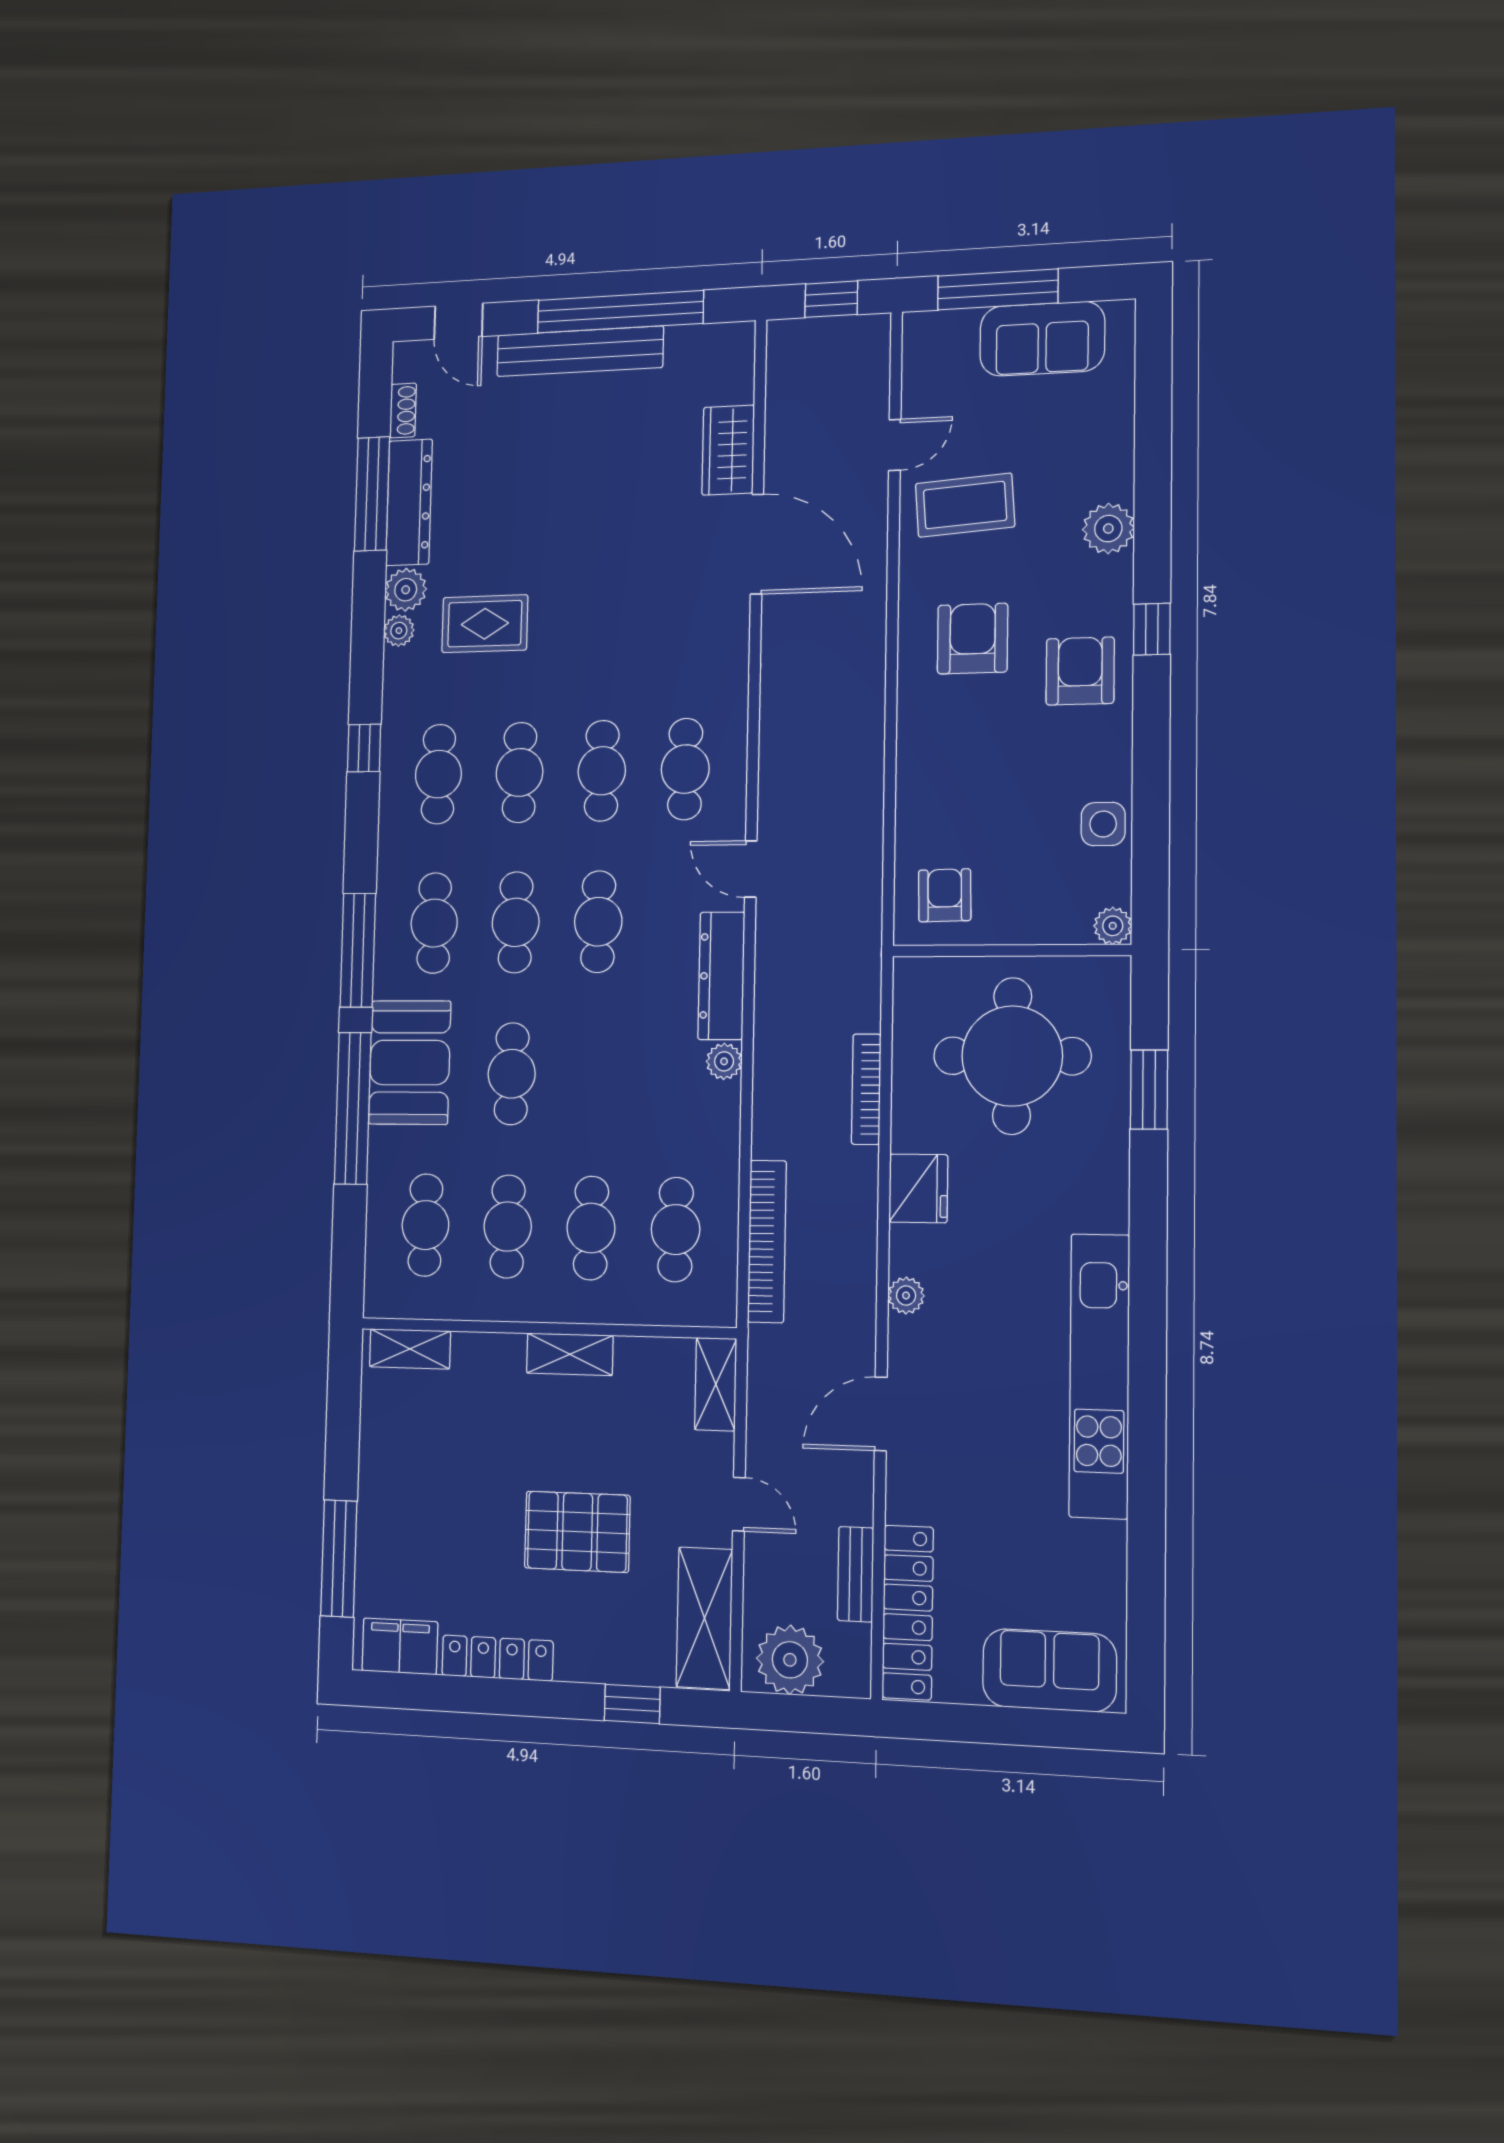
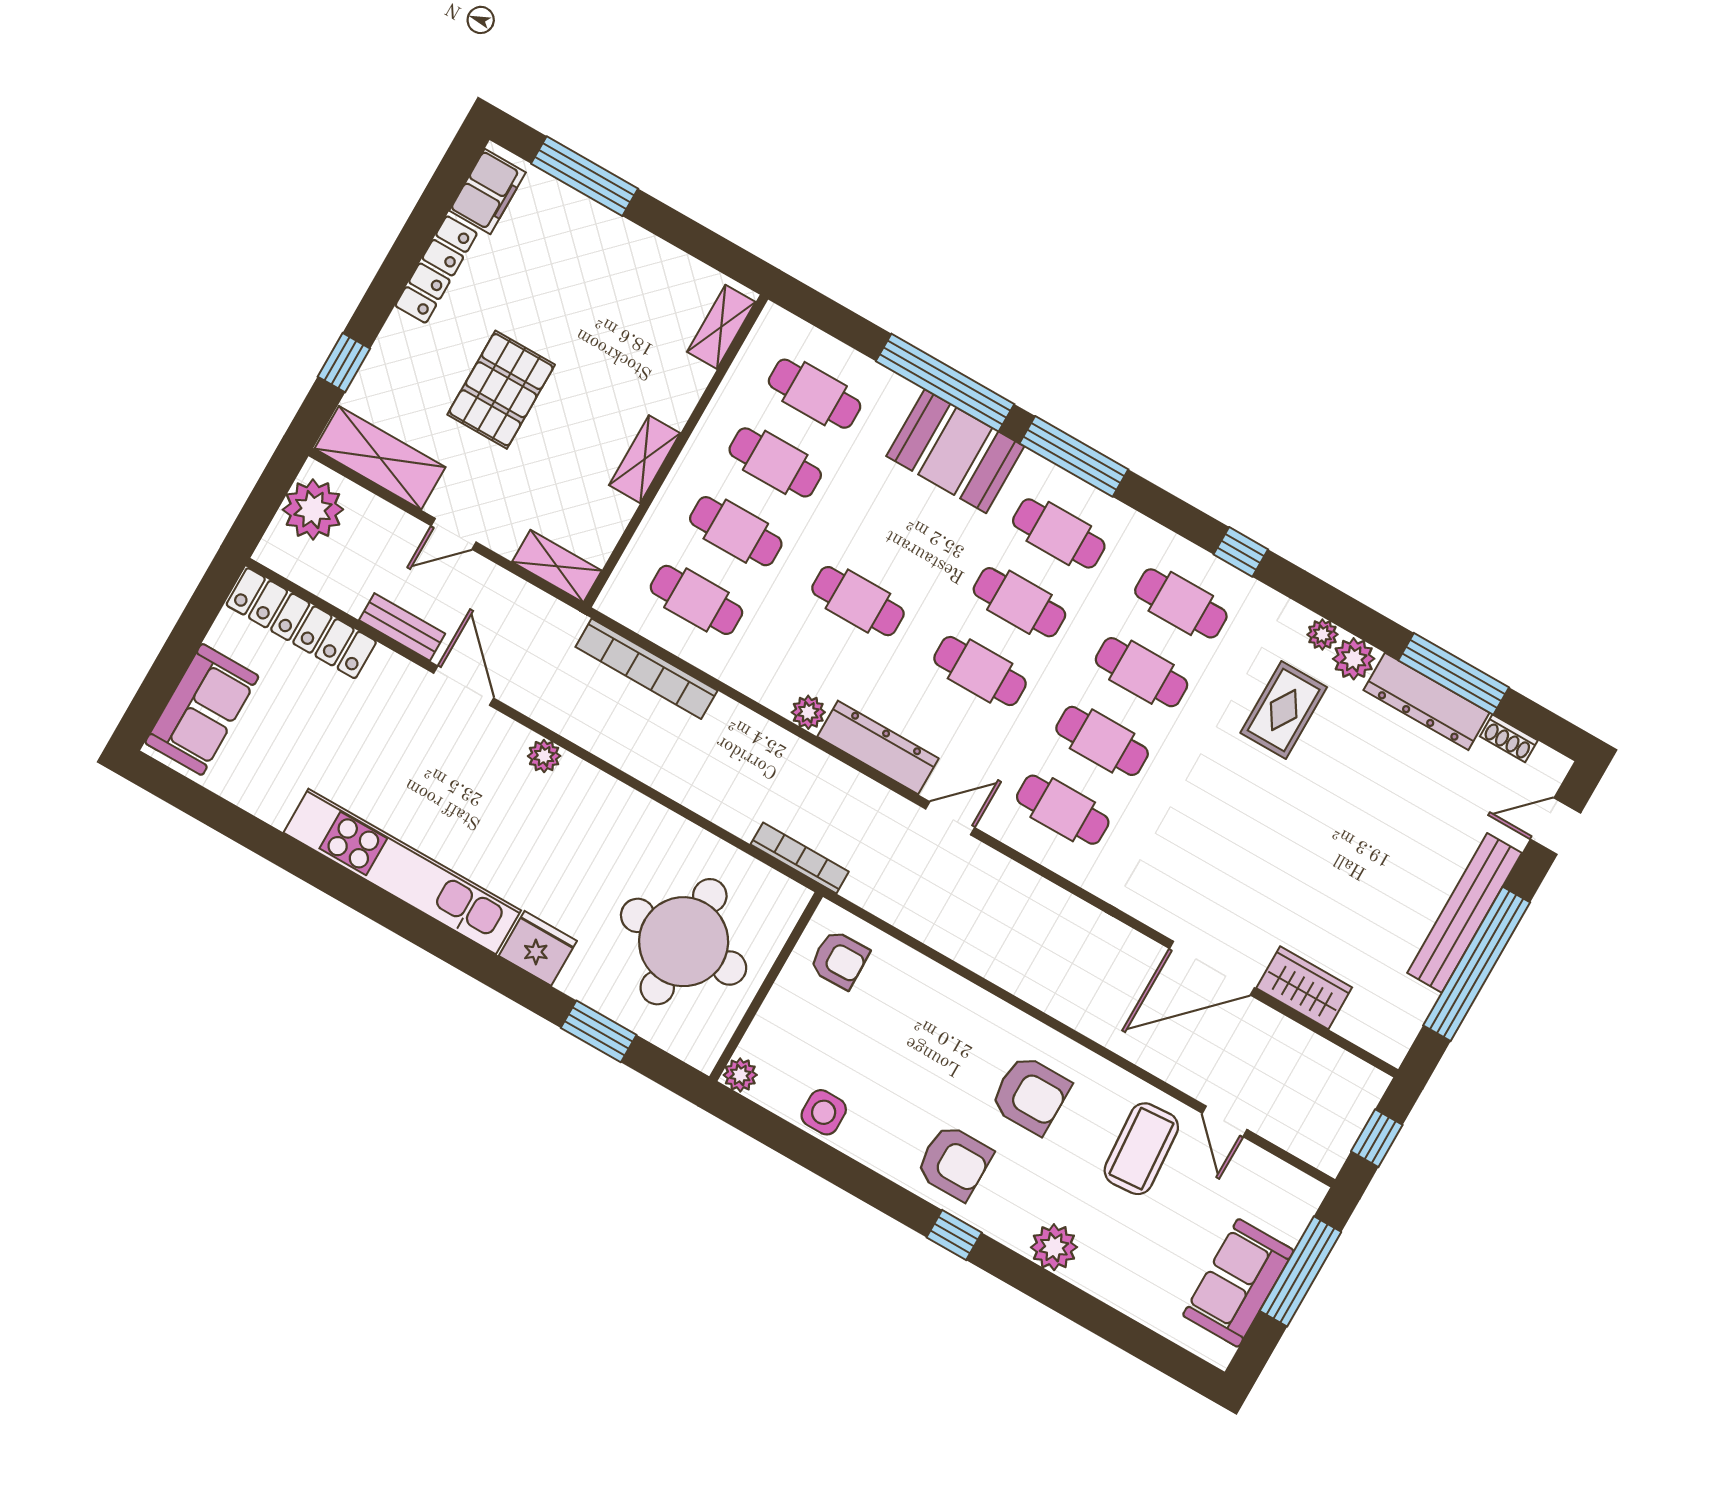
cafe table: (512, 1074) -> (858, 601), moved
bookcase: (866, 1089) -> (800, 858), moved
fridge: (918, 1188) -> (538, 948), moved, turned 180
bench: (856, 1574) -> (402, 627), moved

